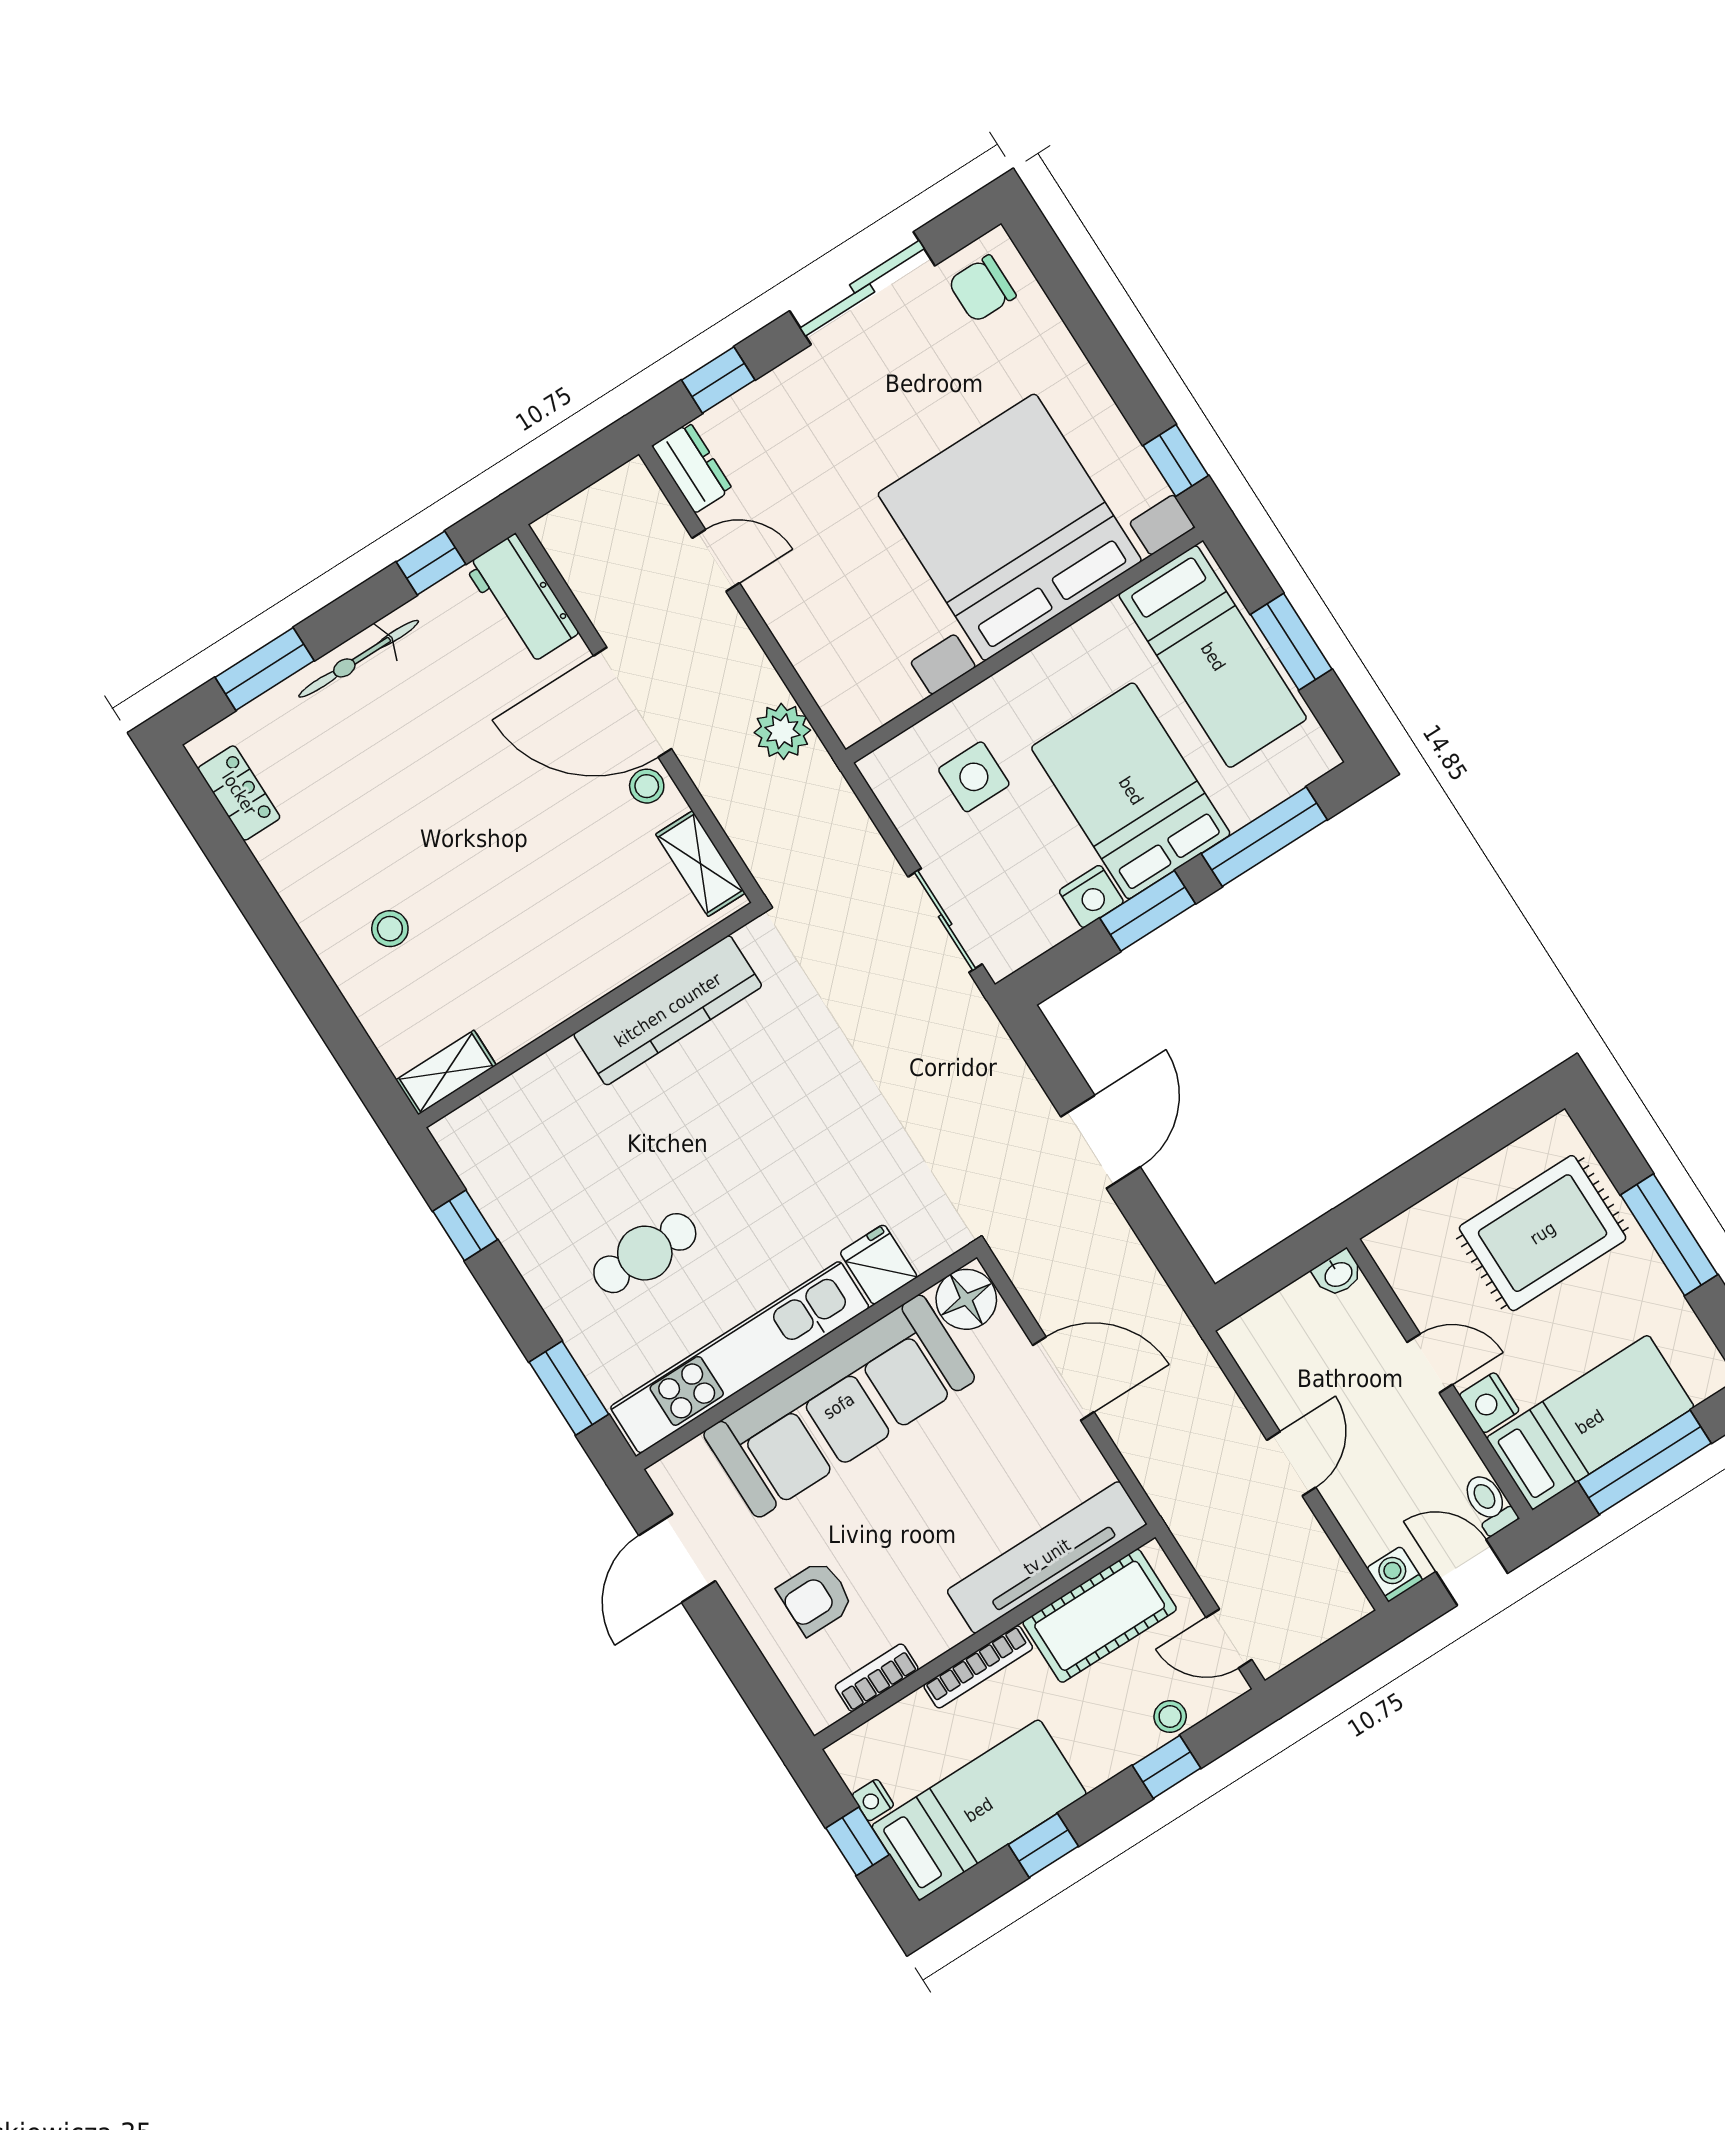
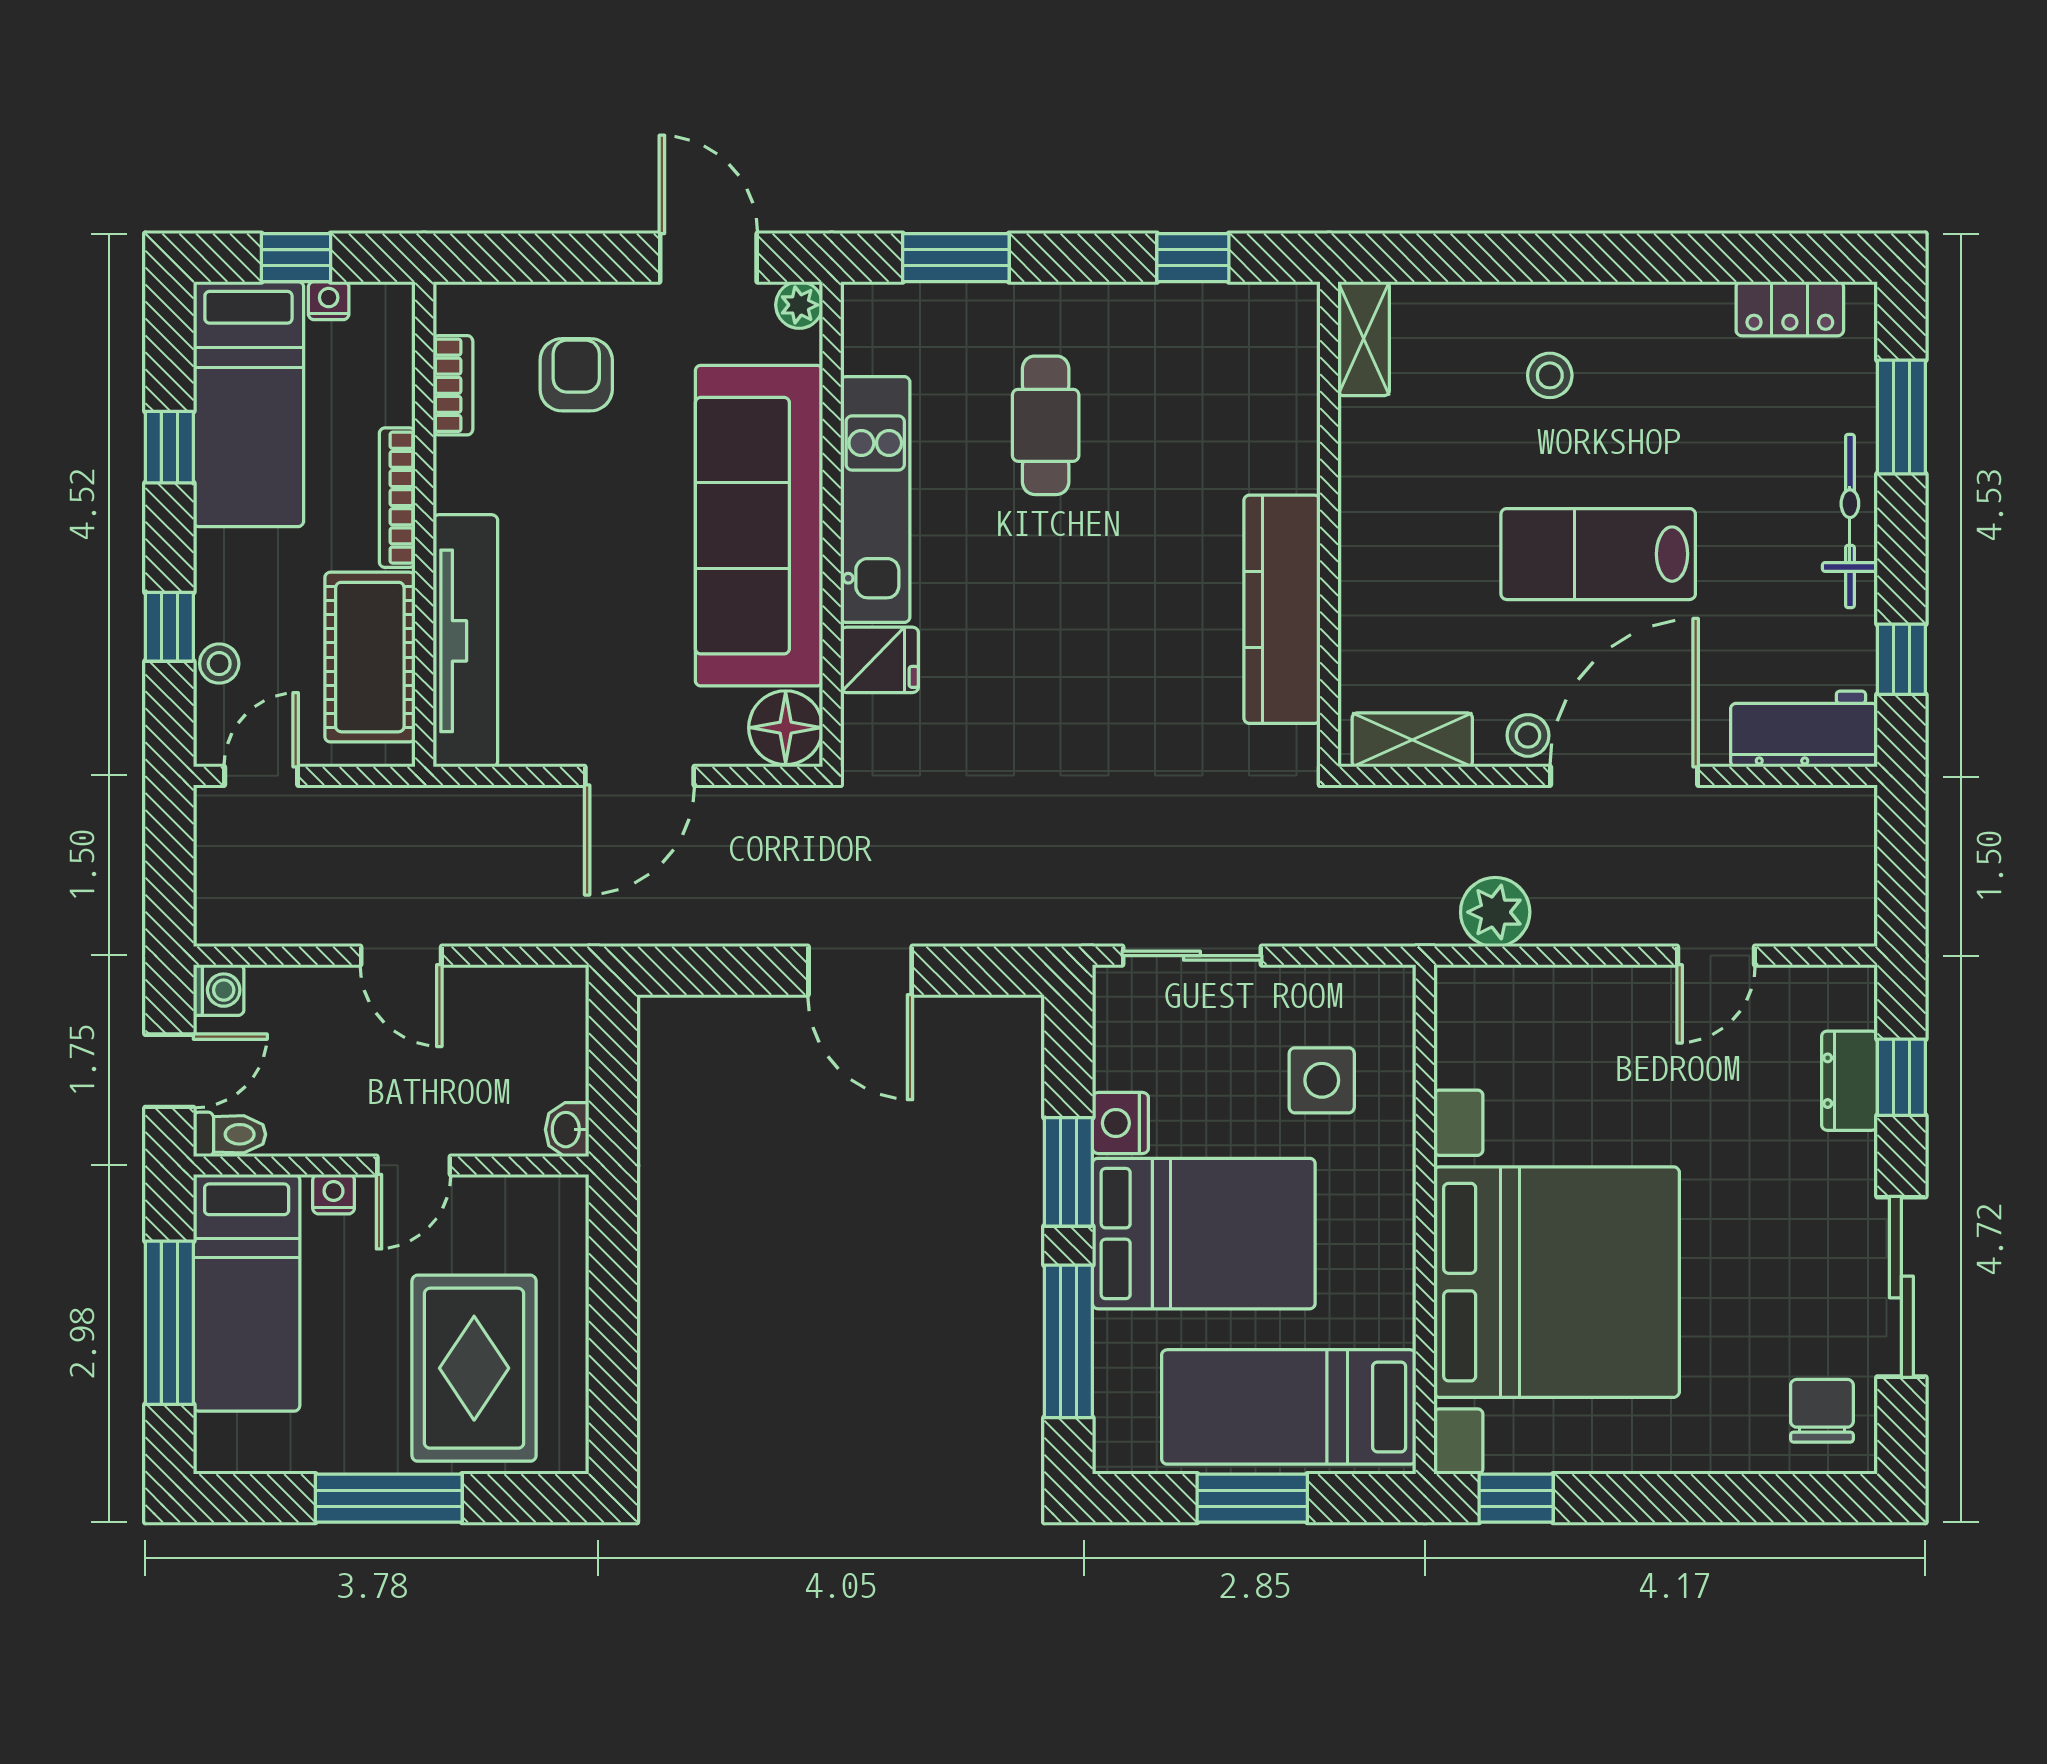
dresser: (692, 468) -> (1849, 1081), moved, turned 90
lab bench: (491, 817) -> (1598, 554), added
kitchen unit: (740, 1357) -> (875, 500), width x0.73
nightstand: (1489, 1403) -> (334, 1194), width x0.72, depth x0.74
plant: (670, 1475) -> (799, 305), added

